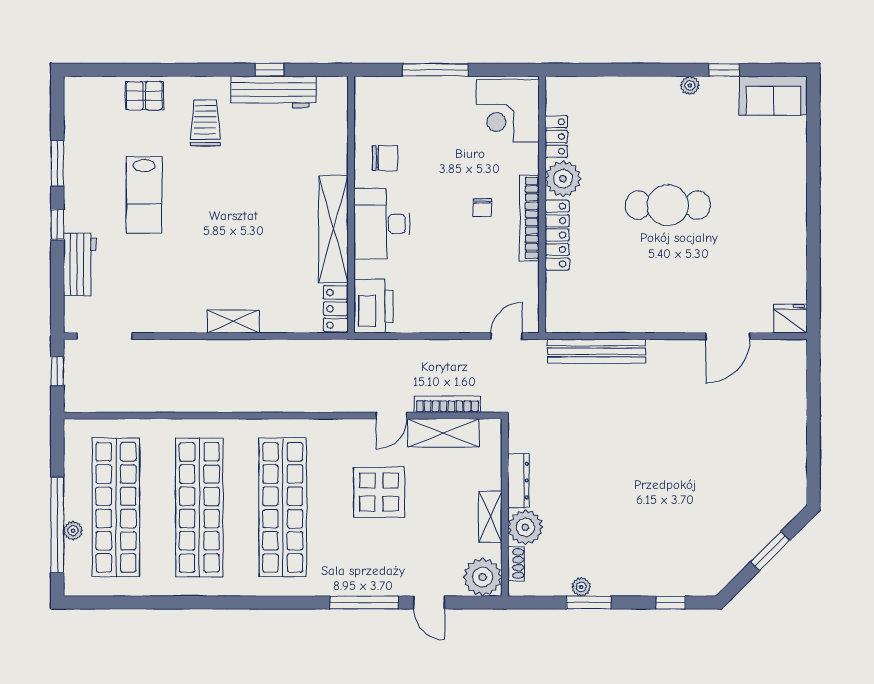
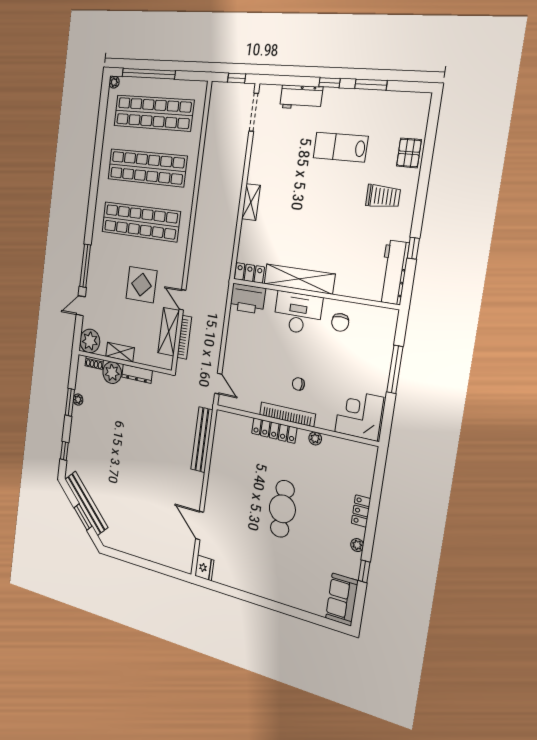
workbench: (274, 92) -> (394, 272), moved
locker: (556, 137) -> (361, 511), moved, turned 90
plant: (563, 179) -> (315, 438), width x0.53, depth x0.53
plant: (73, 531) -> (114, 82), moved
bench: (746, 547) -> (86, 503), added

